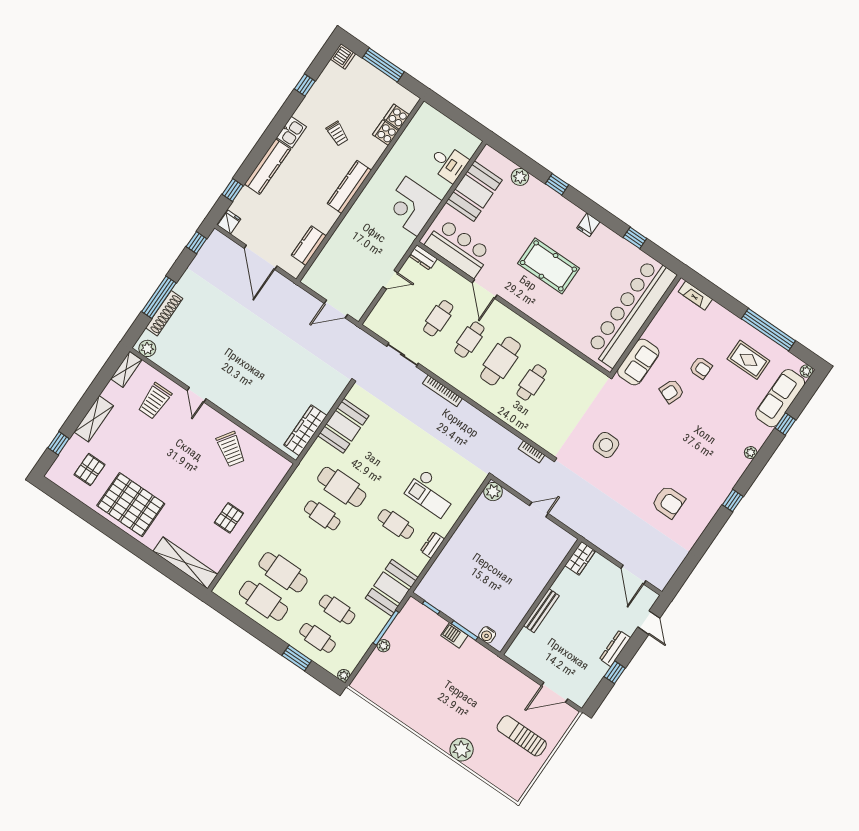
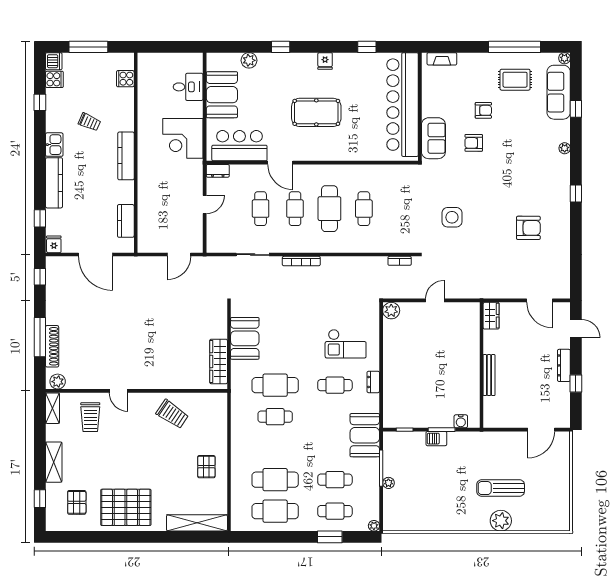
cooker: (386, 133) -> (54, 79), moved, turned 180
armchair: (672, 391) -> (474, 143), turned 68
sun lounger: (522, 736) -> (501, 488), moved

